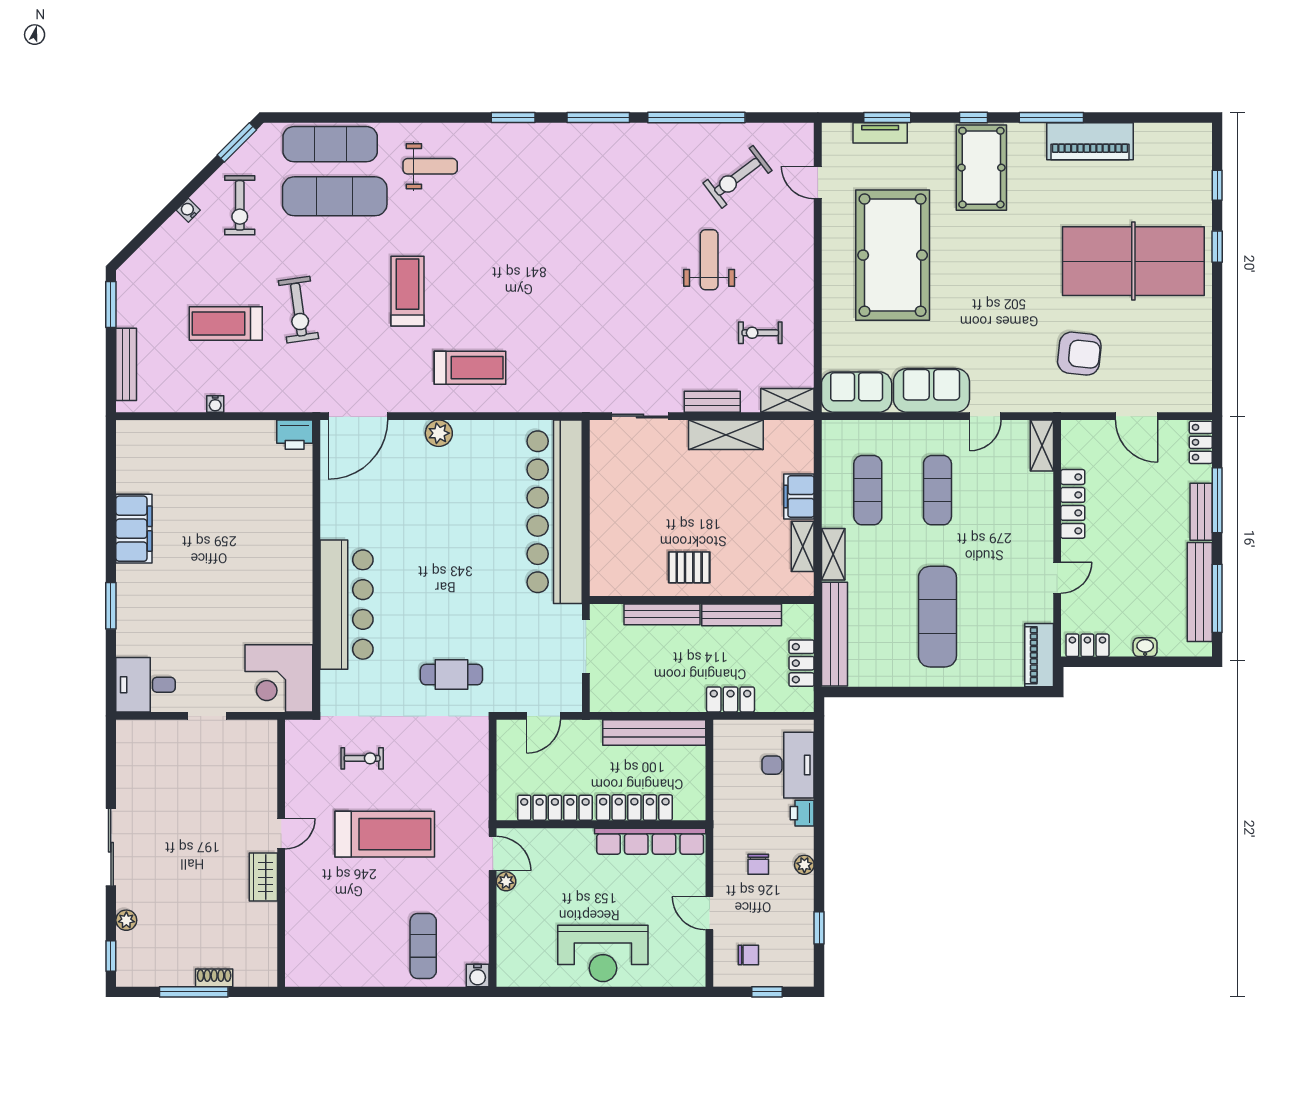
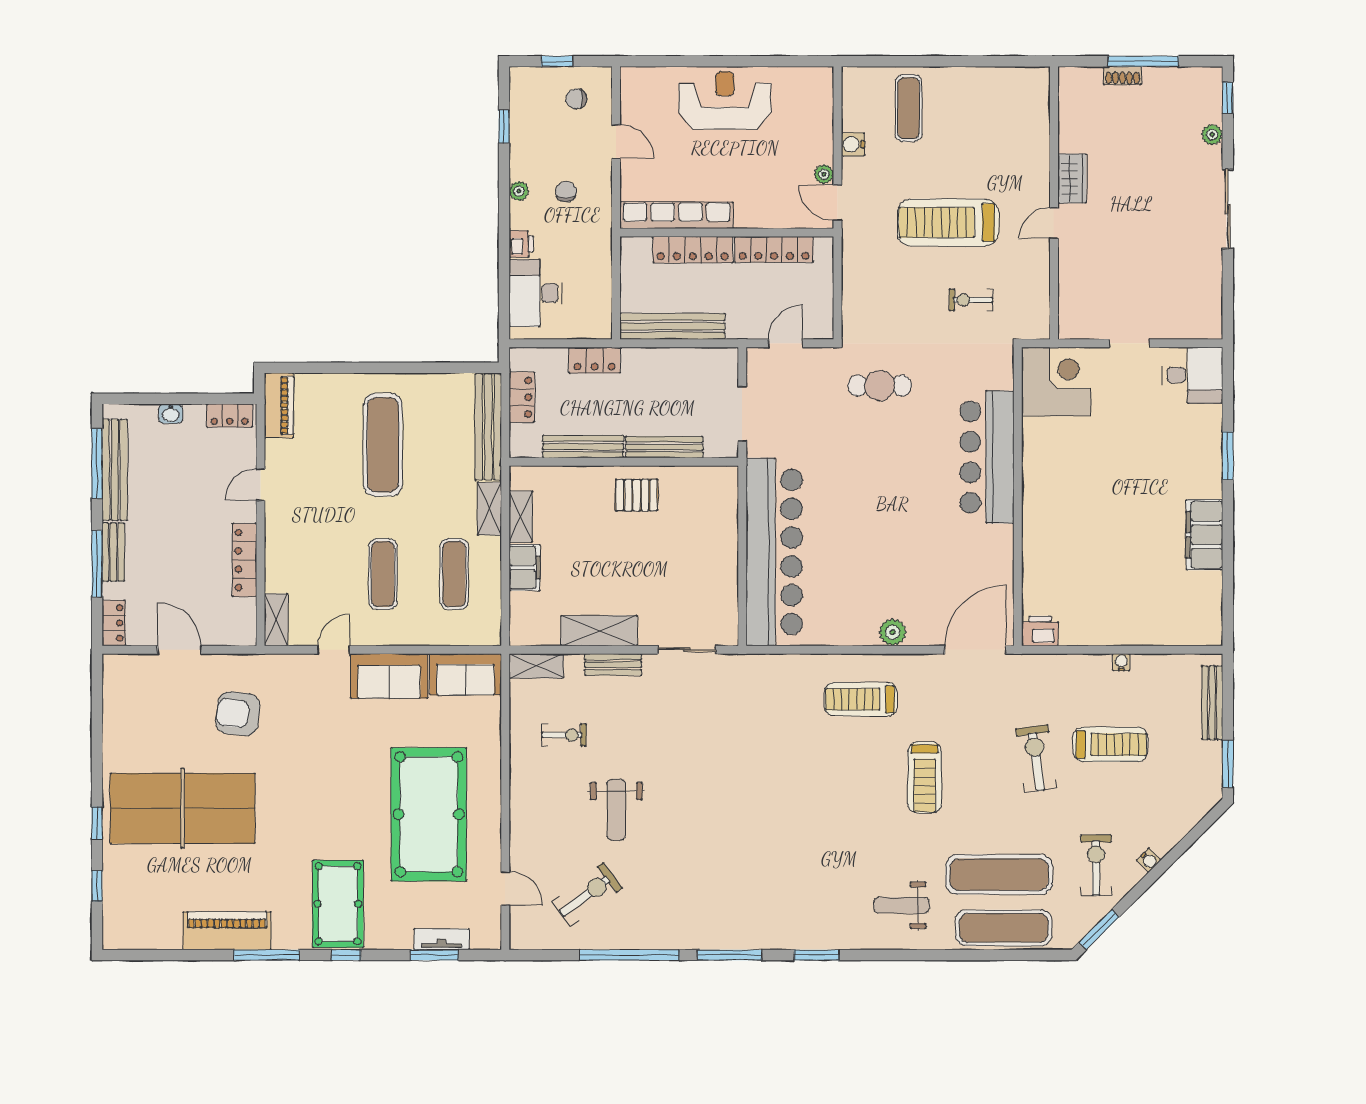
water cooler: (478, 975) -> (853, 144), moved, turned -90

